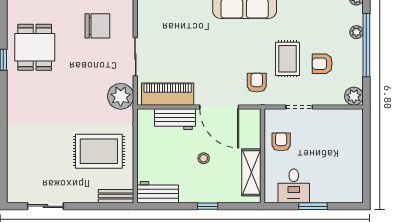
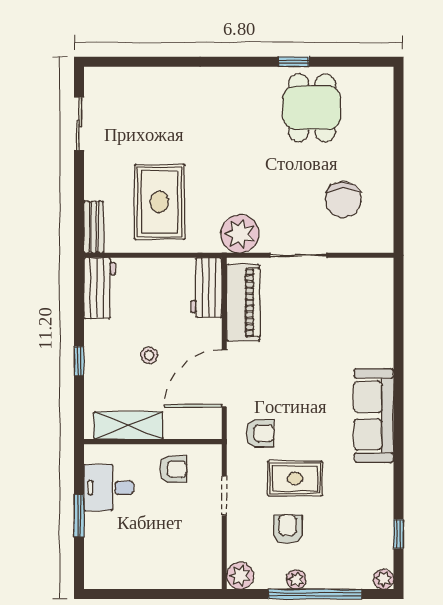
plant: (356, 32) -> (296, 580), moved
dining table: (35, 47) -> (312, 108), turned 90
workbench: (175, 119) -> (206, 288), moved

